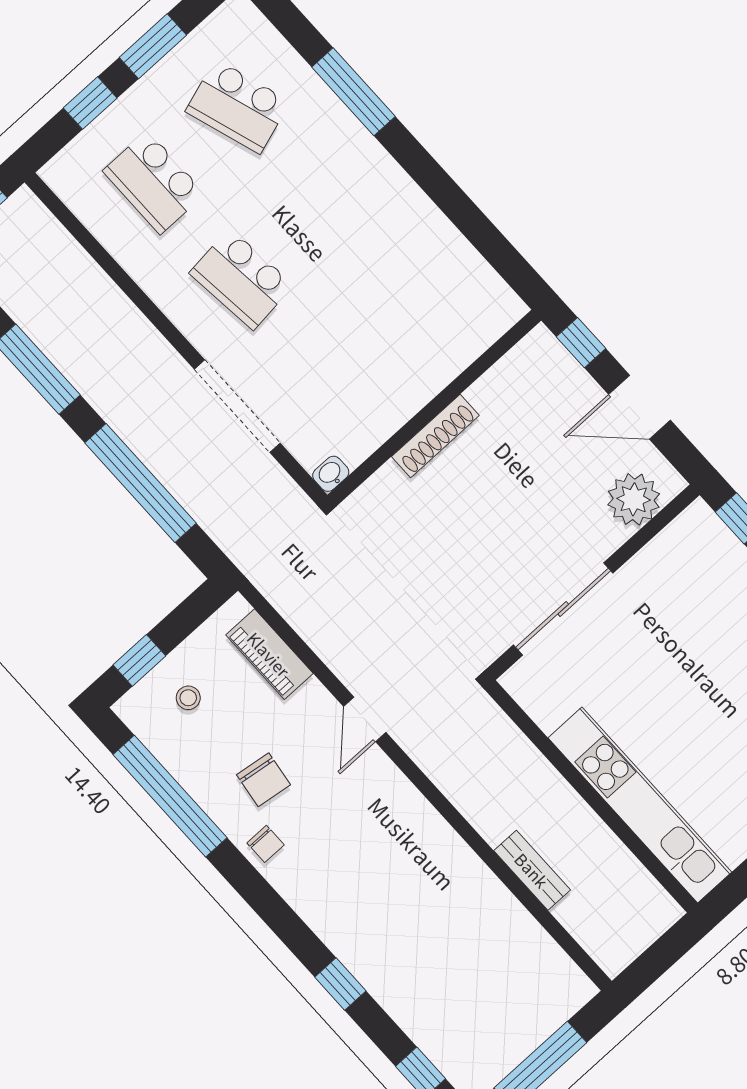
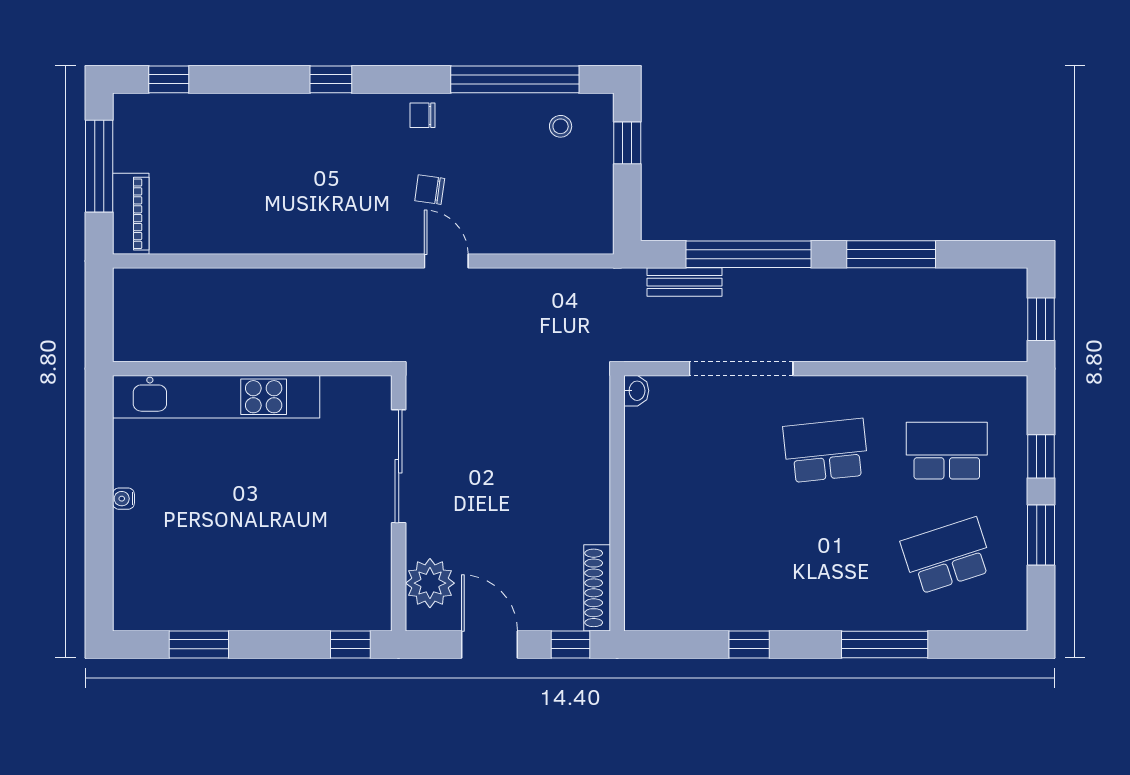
window: (452, 200) -> (749, 644), added
door: (640, 407) -> (490, 644), hinge flipped
shoe rack: (435, 436) -> (597, 588), moved
piano: (269, 654) -> (131, 214), moved, turned 90
stool: (188, 698) -> (561, 126), moved
chair: (264, 780) -> (430, 190), moved, width x0.73, depth x0.73
bench: (532, 870) -> (684, 282), moved
window: (340, 984) -> (331, 79), moved

